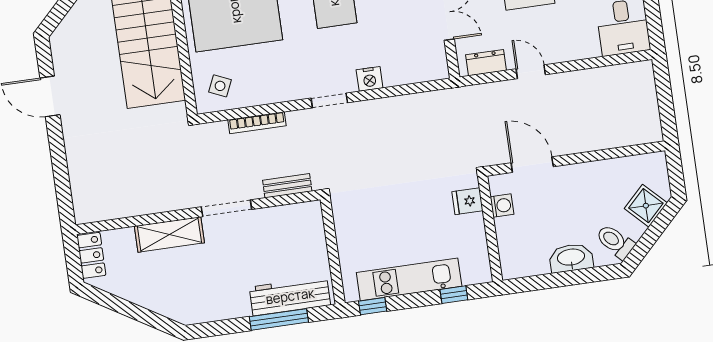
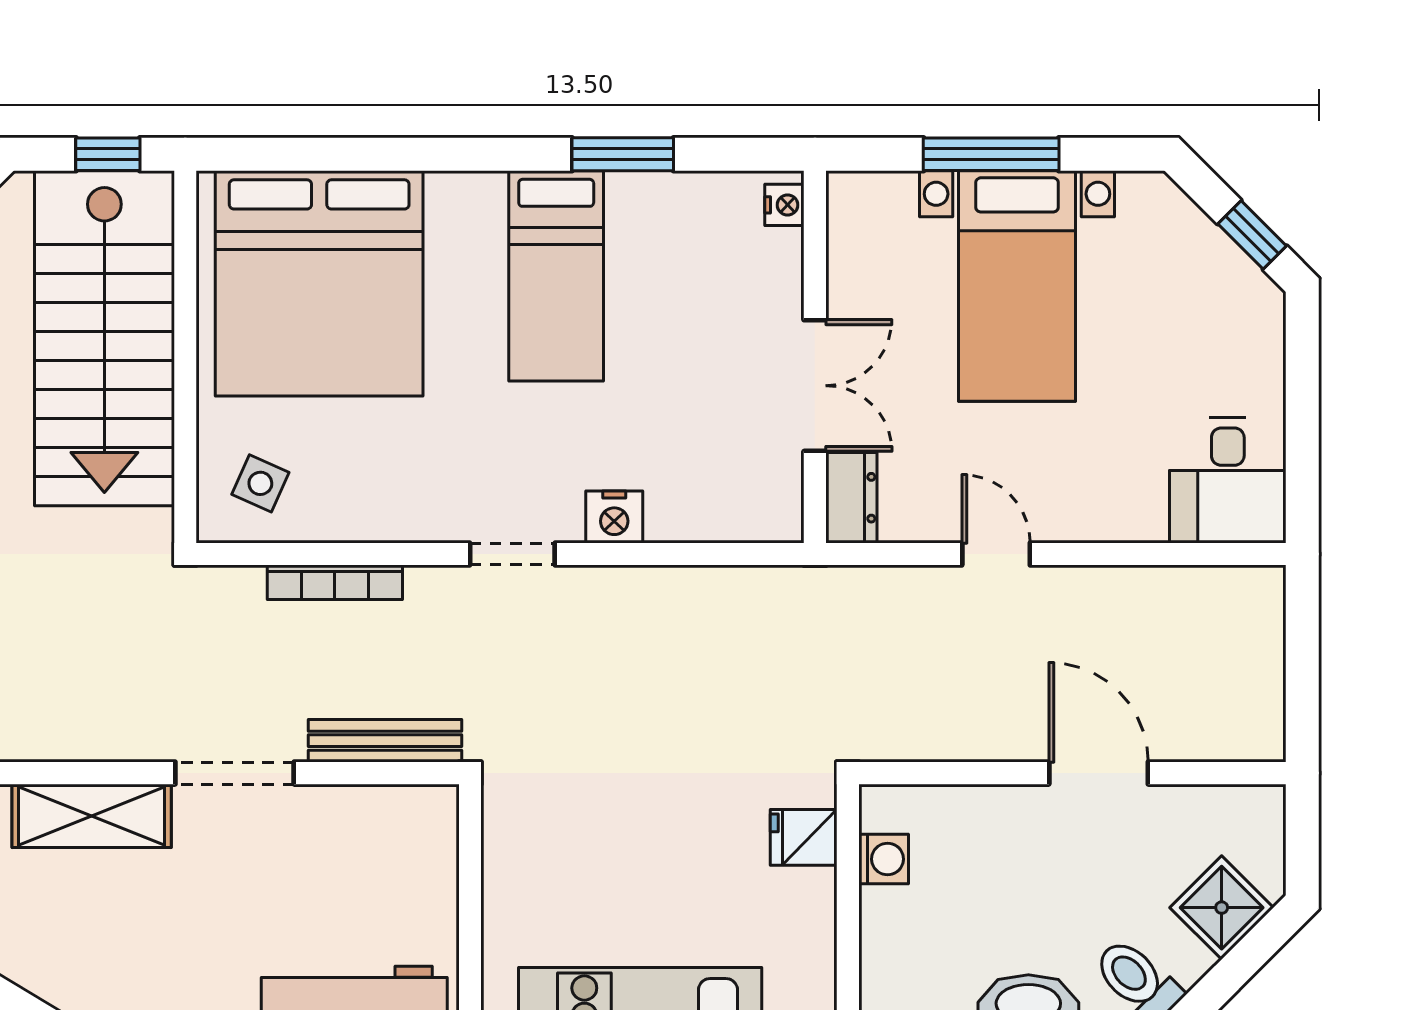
dresser: (486, 63) -> (851, 498), moved, turned 90
door: (532, 165) -> (1099, 773), moved
bench: (287, 186) -> (385, 741), width x1.36

